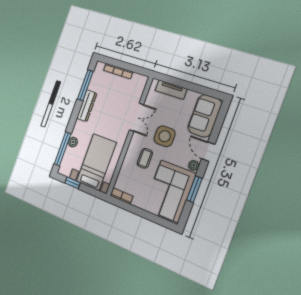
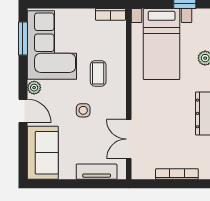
double door: (136, 117) -> (129, 139), moved
side table: (165, 136) -> (83, 110), width x0.54, depth x0.54
window: (194, 189) -> (23, 39), moved

